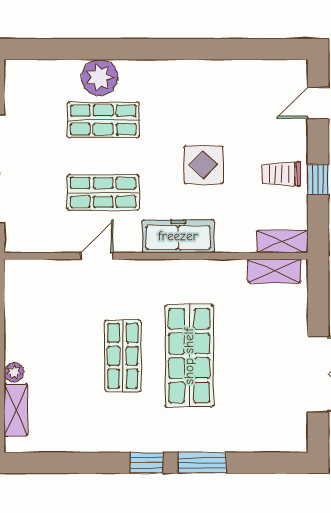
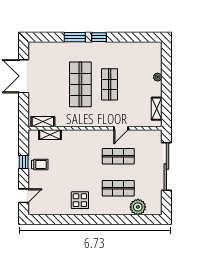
plant: (100, 78) -> (138, 207), moved
display table: (204, 165) -> (80, 200), moved
freezer: (178, 236) -> (85, 137), removed
shelving: (282, 241) -> (50, 135), moved
shelving: (16, 410) -> (157, 109), moved

